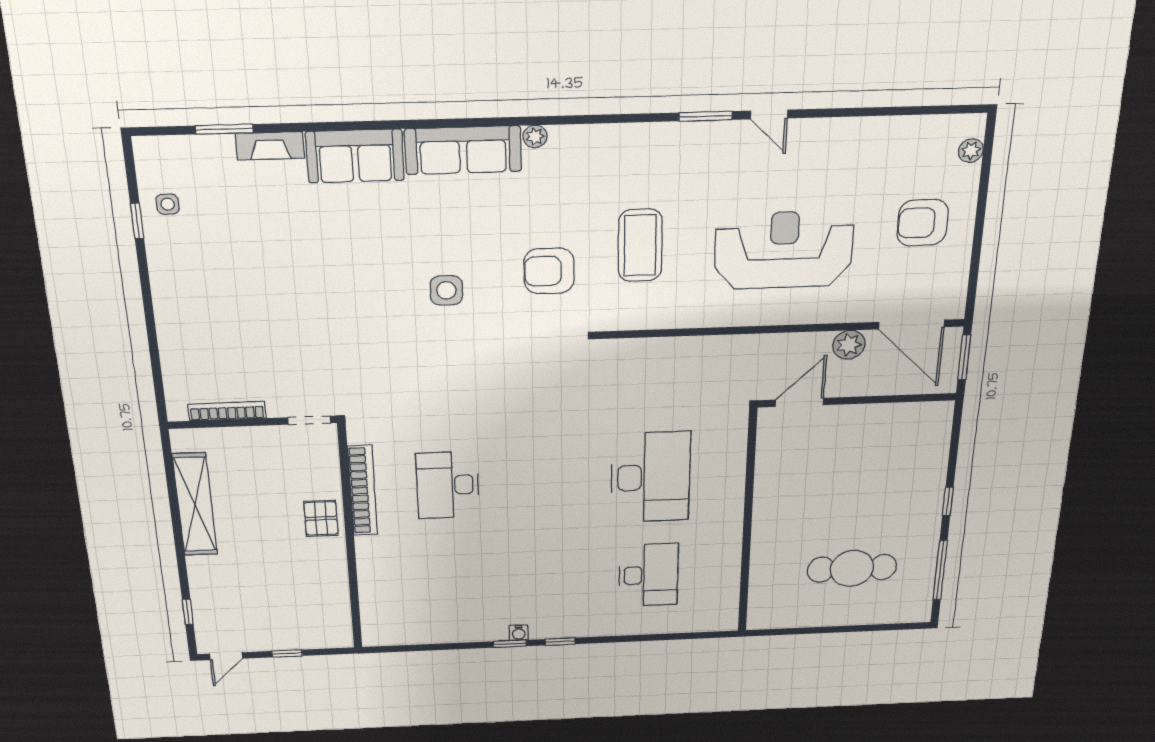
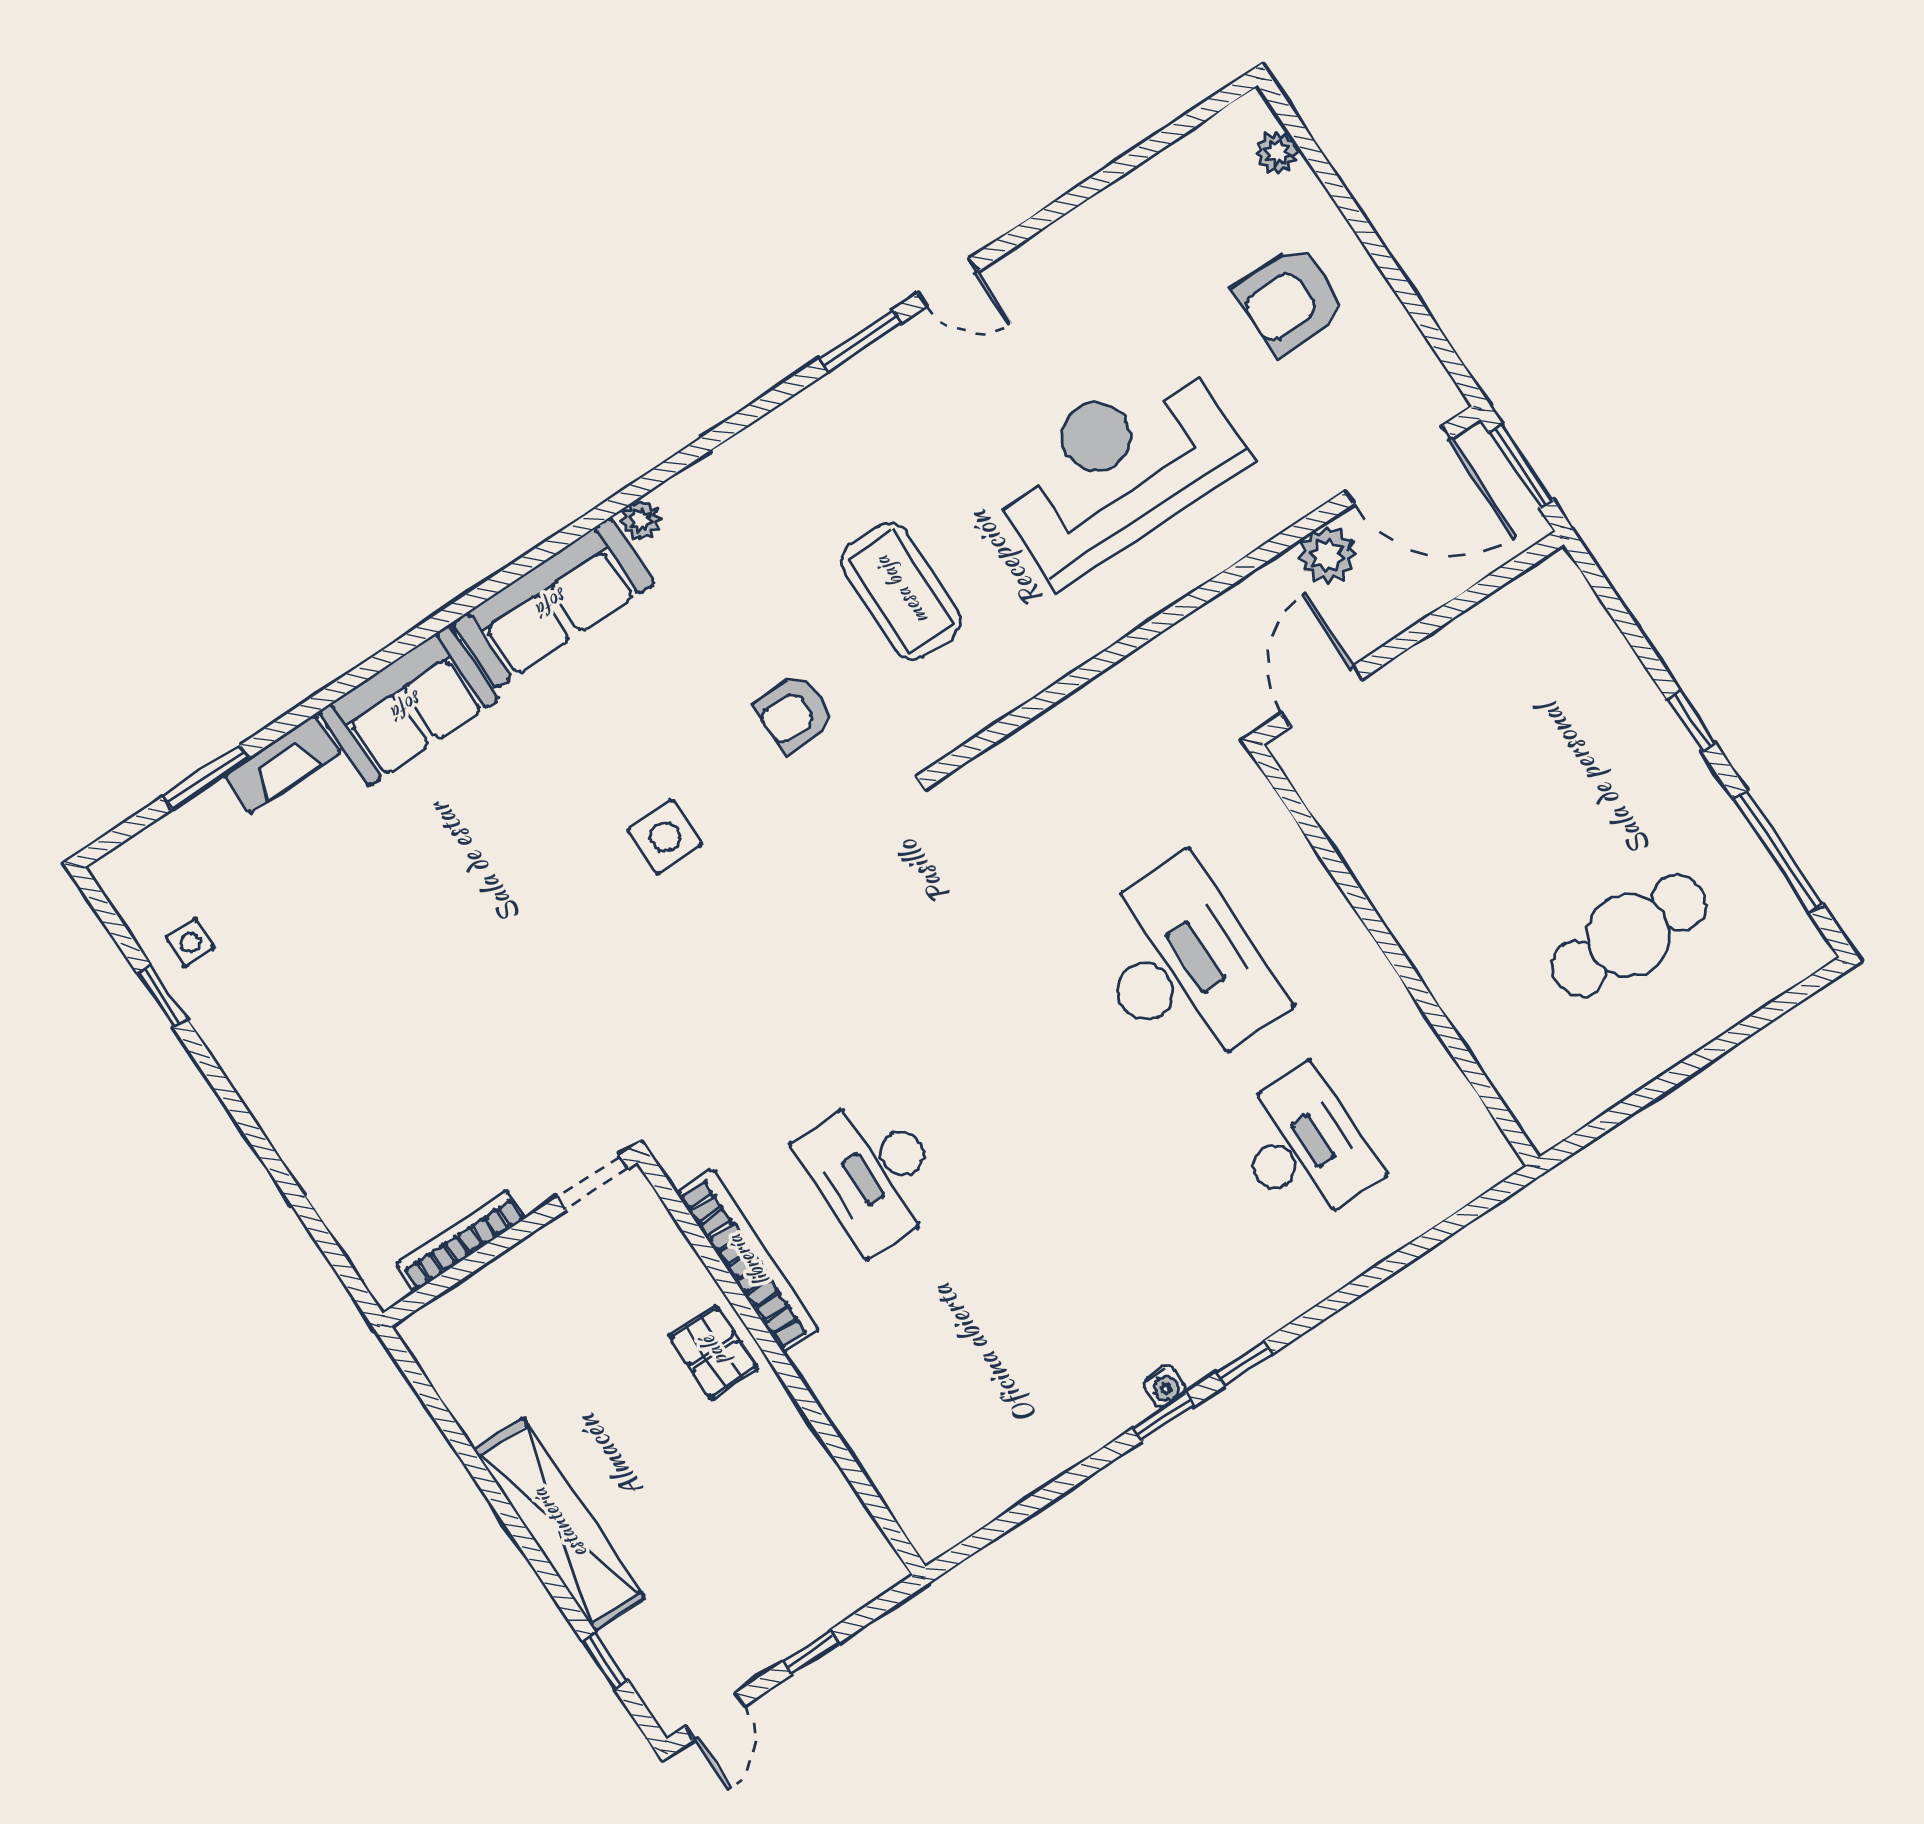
armchair: (549, 271) -> (795, 714), width x0.72, depth x0.72
shelving: (195, 504) -> (559, 1524), moved

